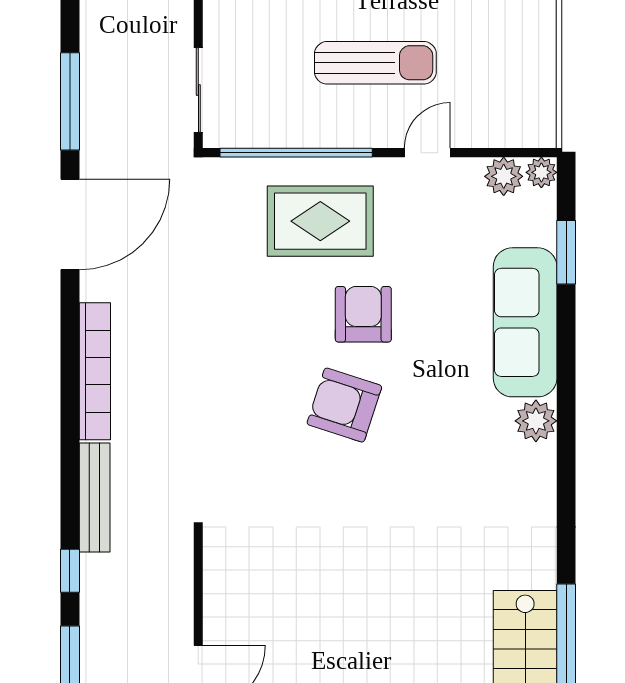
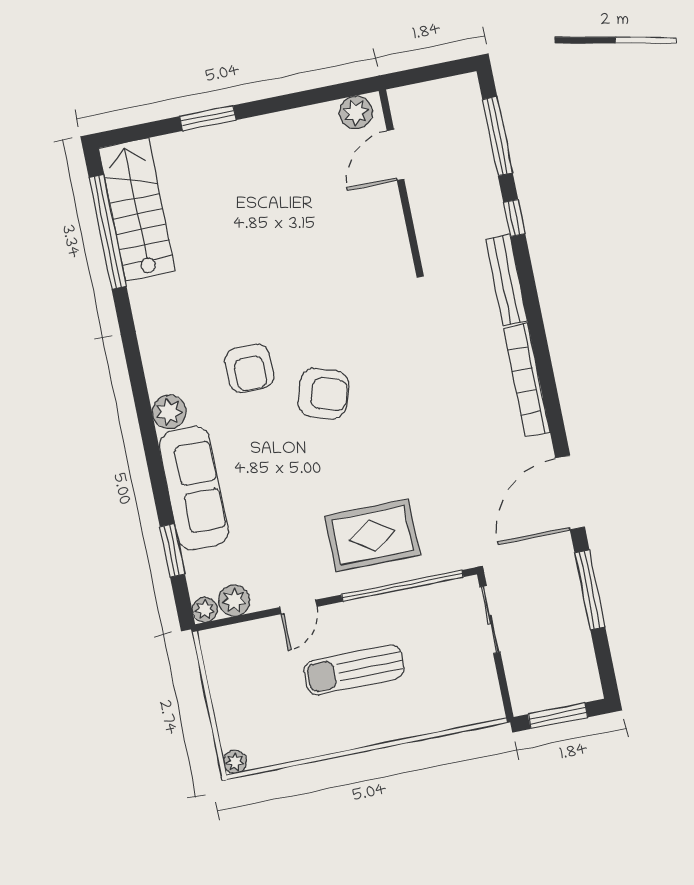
armchair: (363, 314) -> (249, 368), moved

